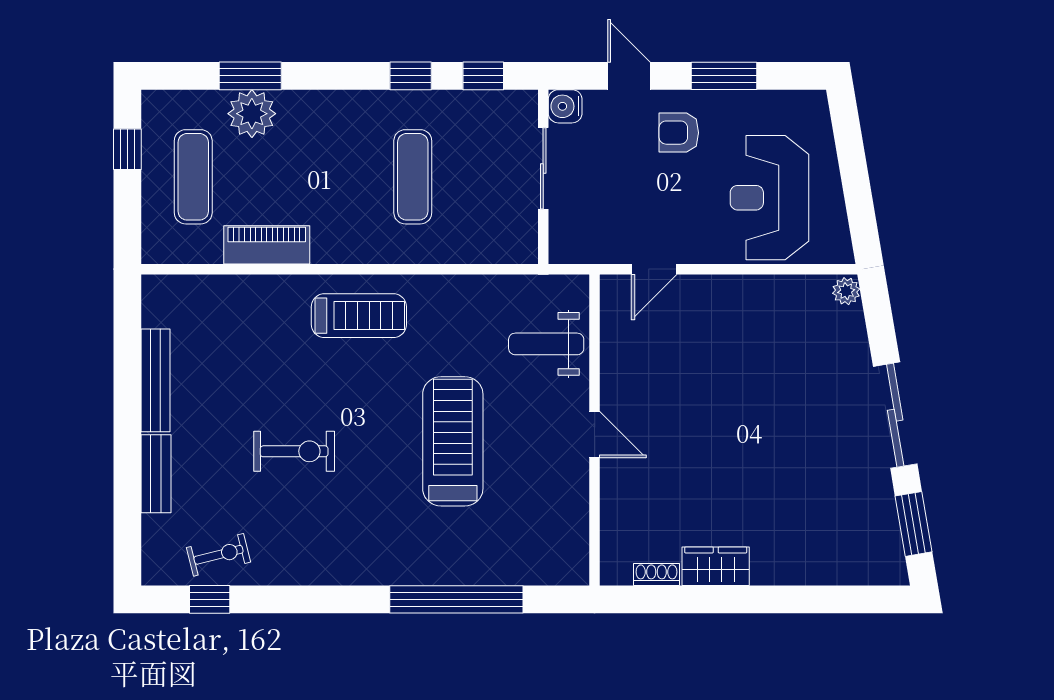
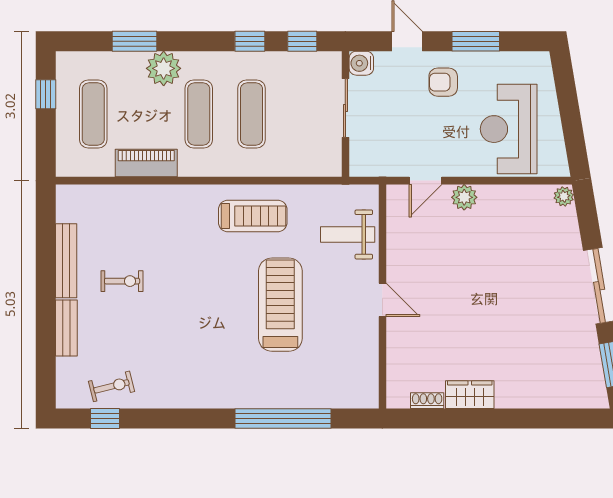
plant: (252, 114) -> (164, 68), moved
exercise mat: (340, 177) -> (199, 114), added
plant: (708, 292) -> (464, 197), added
treadmill: (359, 316) -> (253, 216), moved
exercise bike: (294, 451) -> (122, 281), moved, width x0.73, depth x0.72

